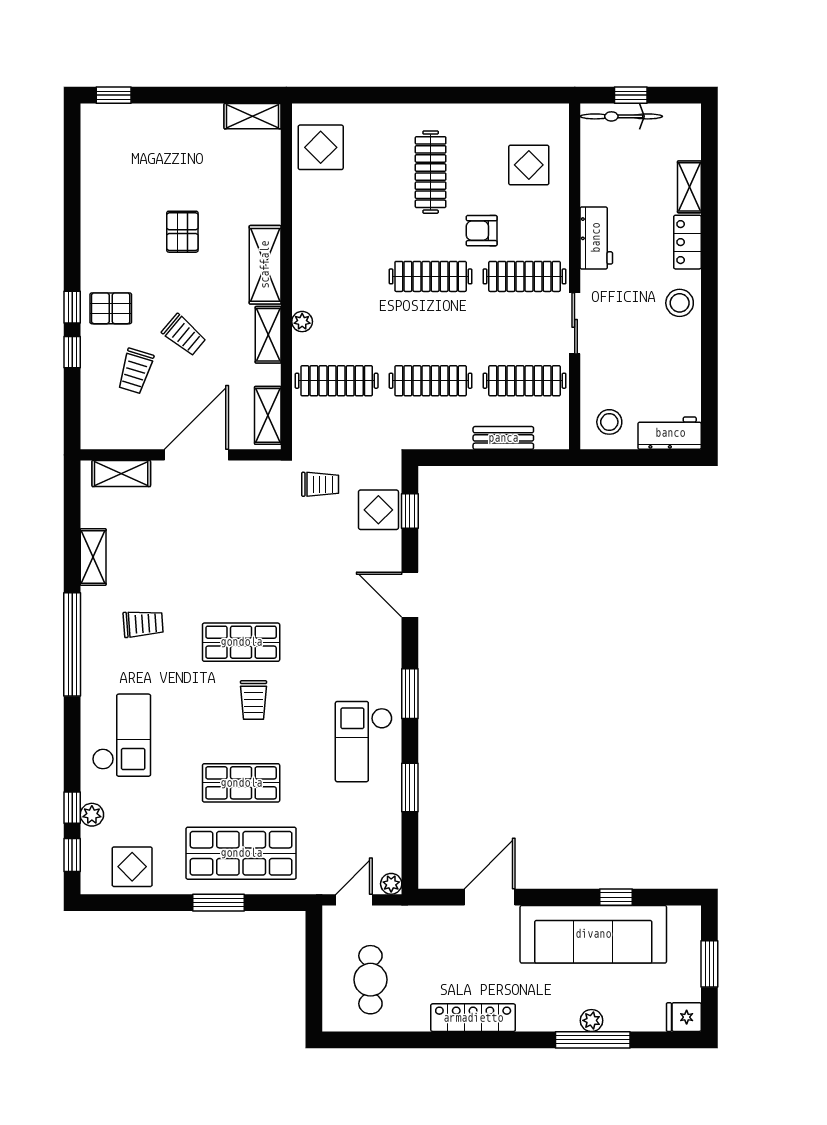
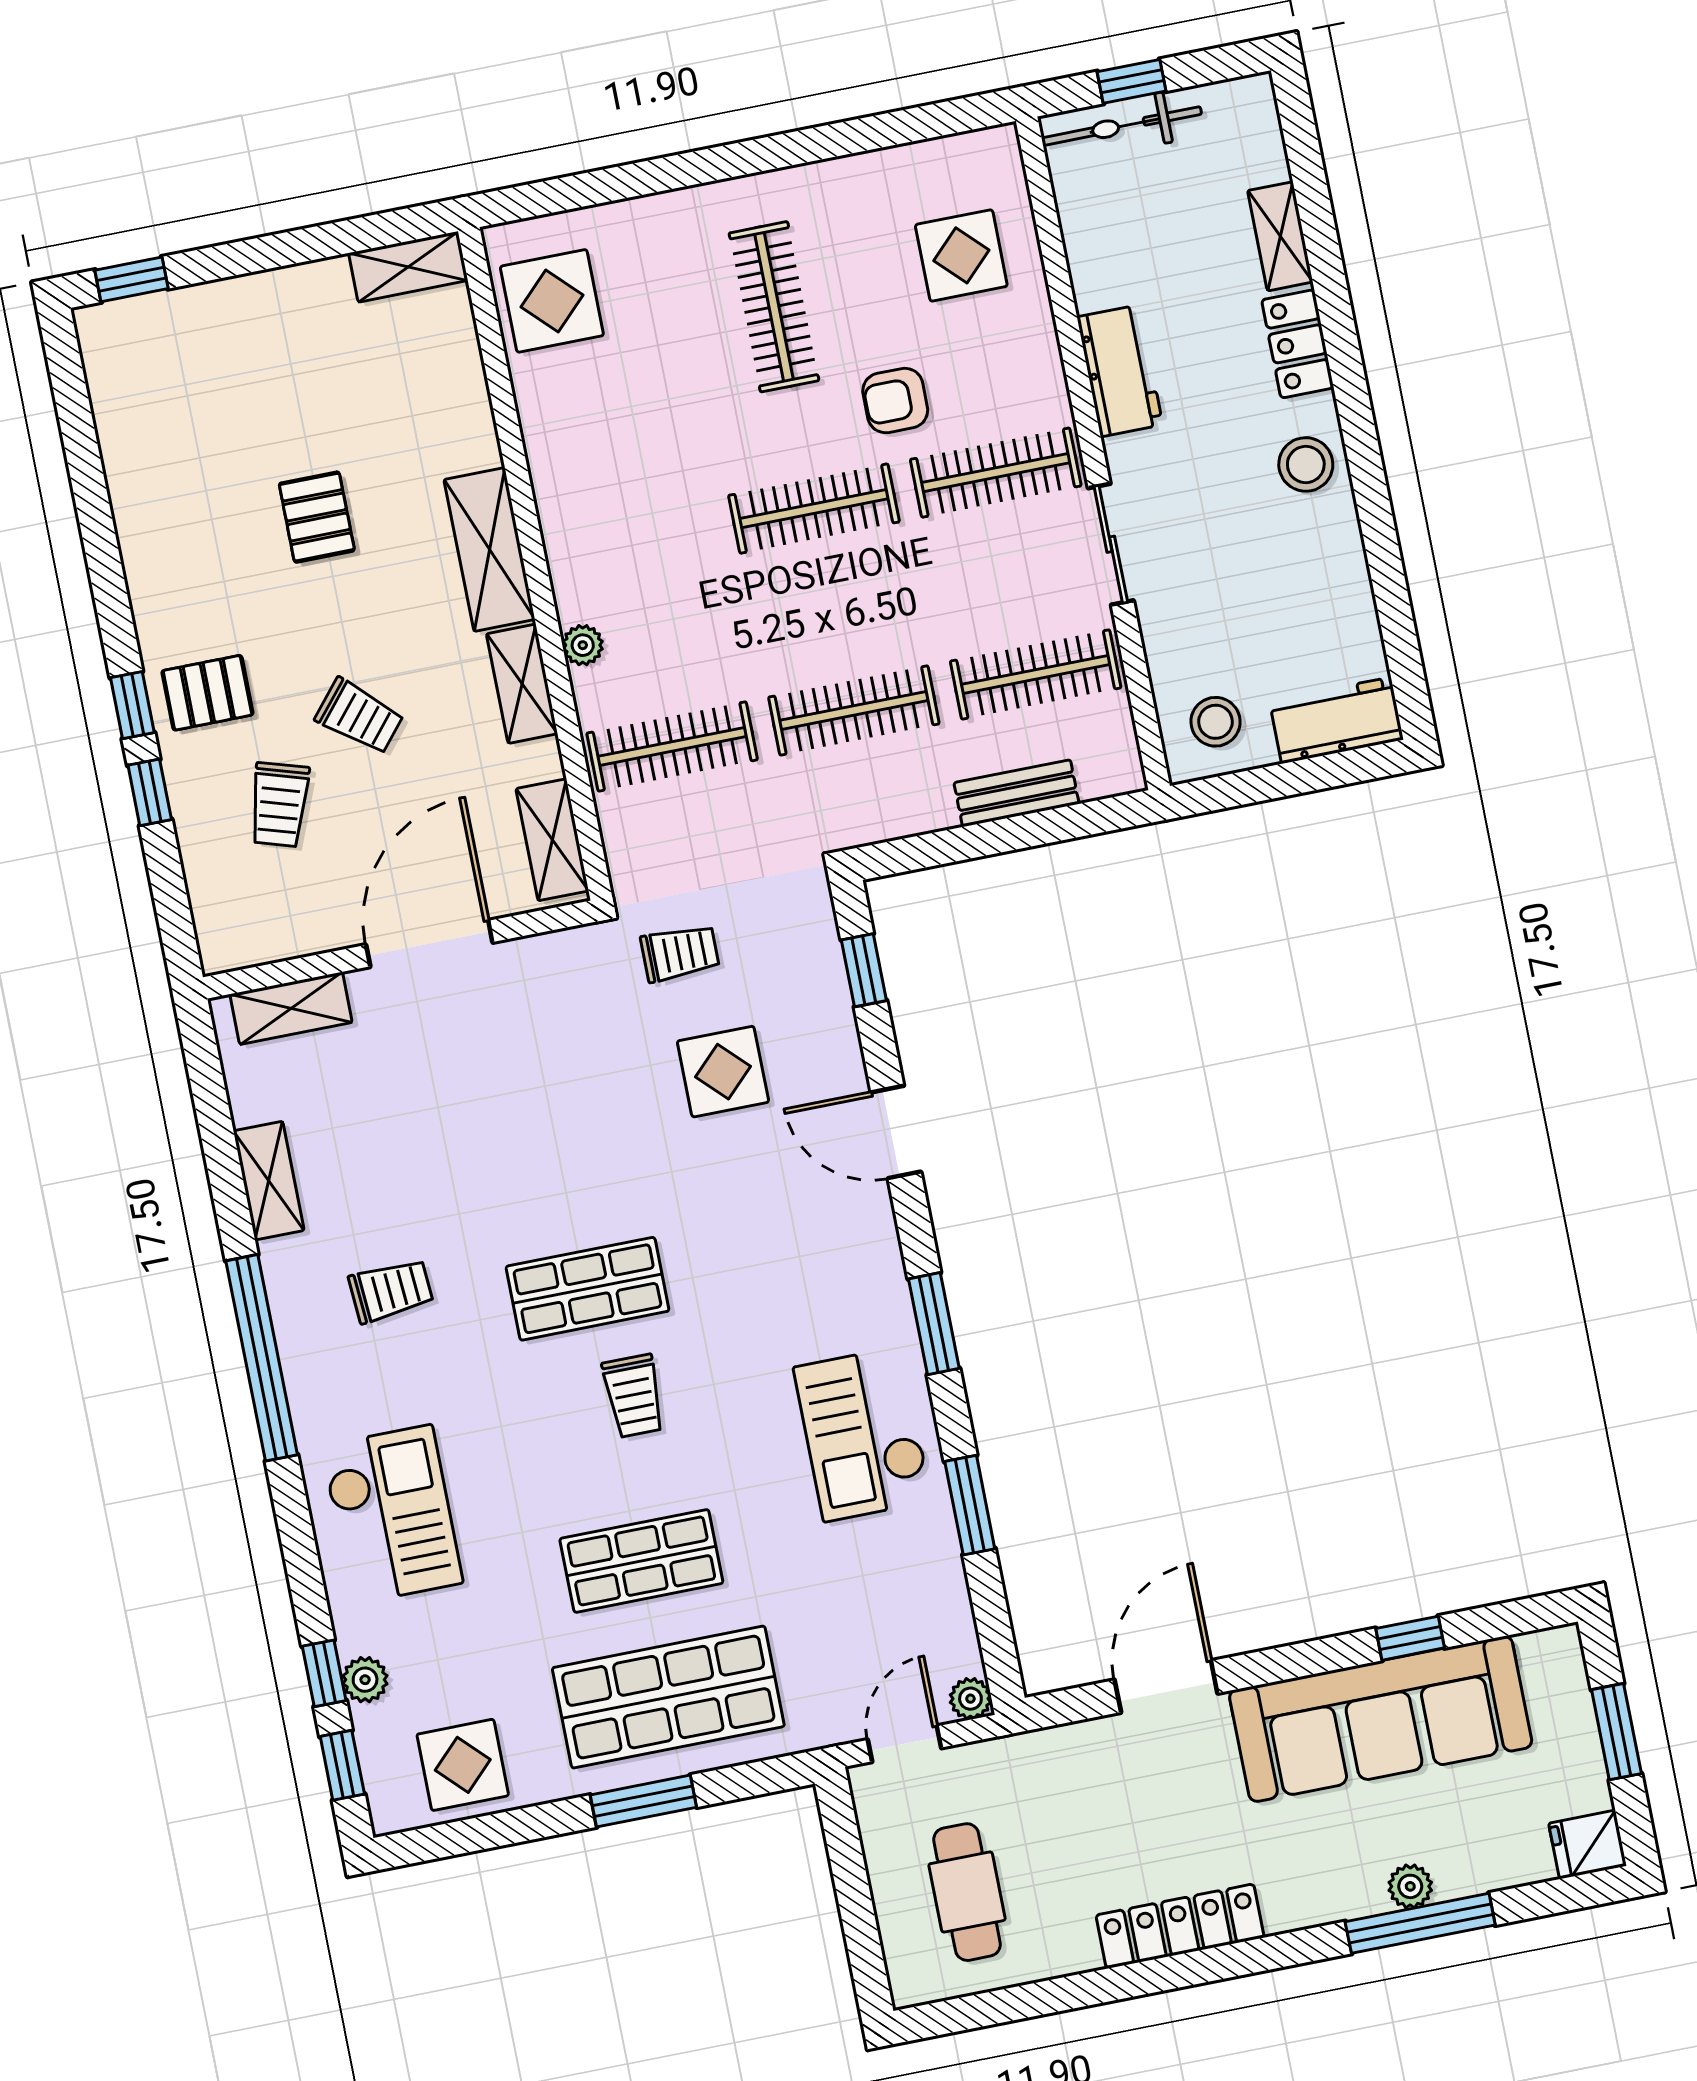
display table: (378, 510) -> (723, 1072), moved

